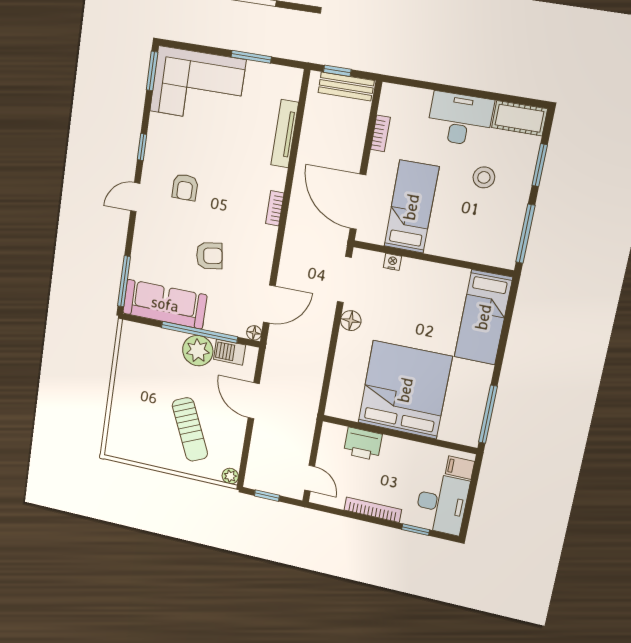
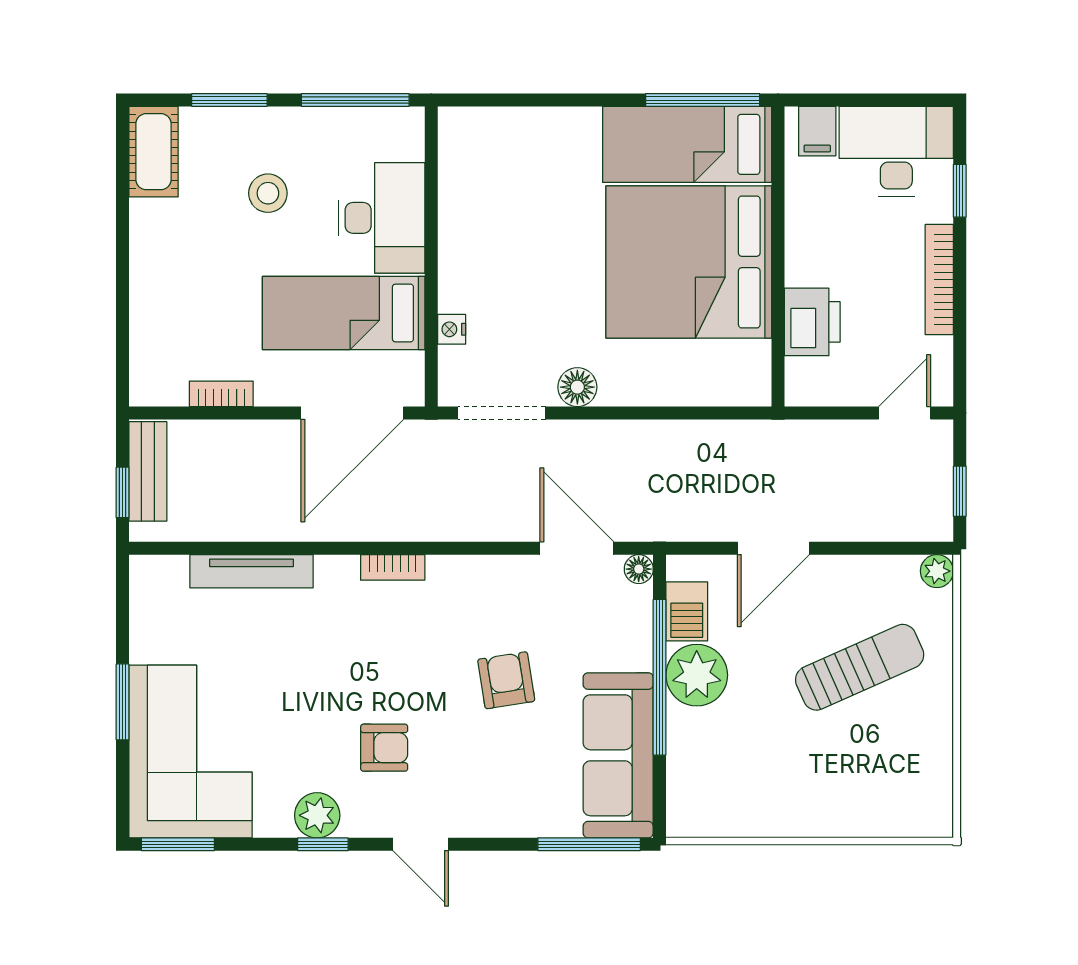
window: (251, 57) -> (123, 702), moved
desk: (460, 119) -> (382, 218), moved, turned 180
plant: (157, 147) -> (317, 815), added
bed: (483, 317) -> (687, 144), moved, turned 180

